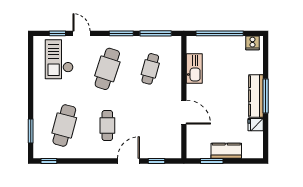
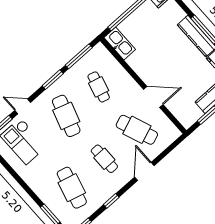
kitchen sink: (194, 69) -> (120, 43), moved
cafe table: (150, 125) -> (137, 130), added
window: (156, 161) -> (111, 201), moved

